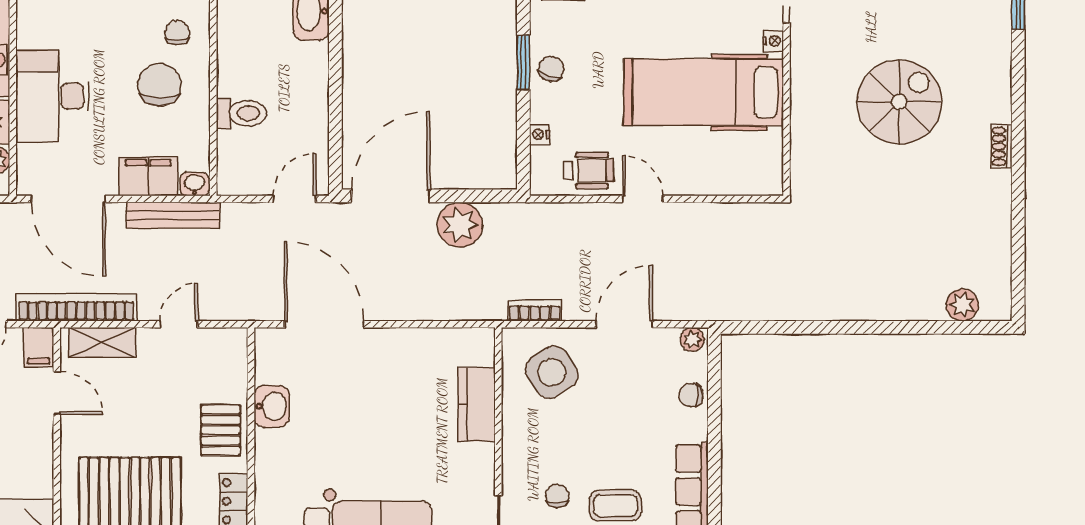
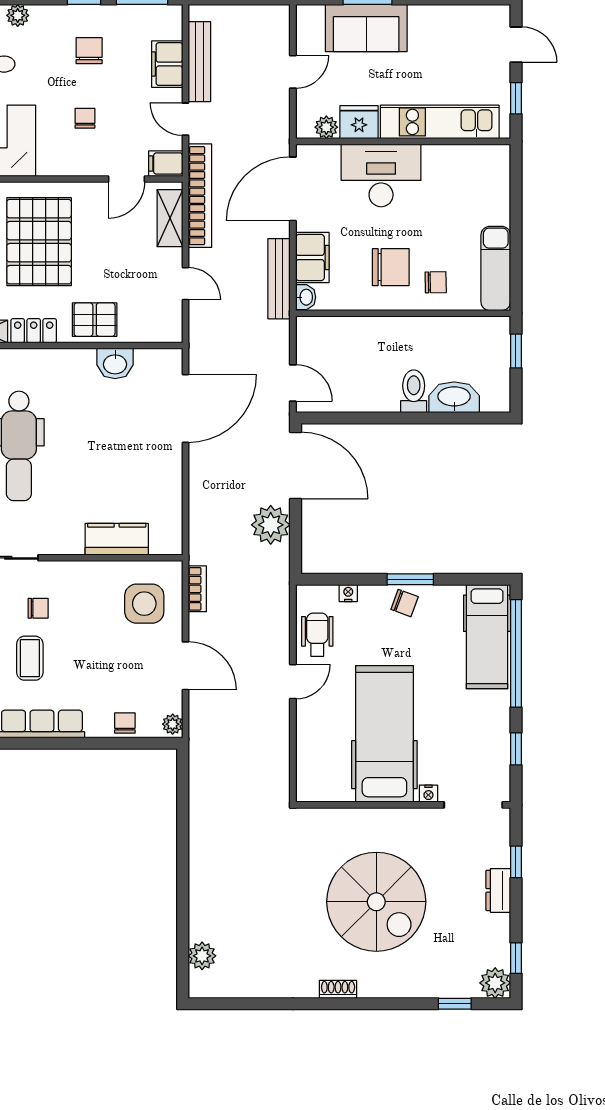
spiral stairs: (899, 102) -> (376, 902), width x1.37, depth x1.37
toilet: (241, 113) -> (414, 391), moved, turned 180
wheelchair: (588, 171) -> (317, 635), turned 180
side table: (552, 372) -> (144, 604), turned 34

